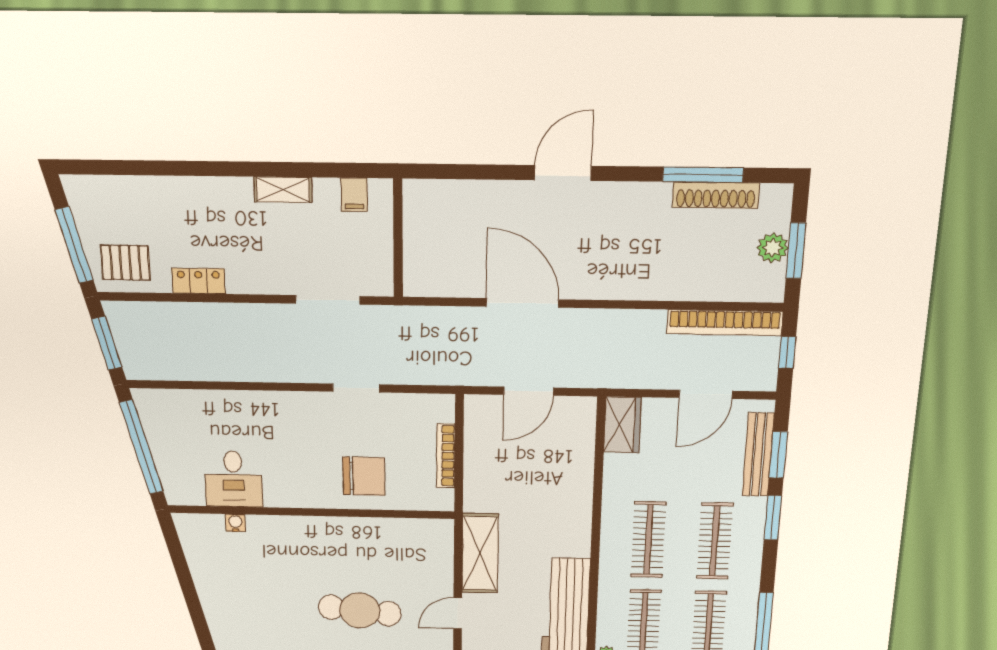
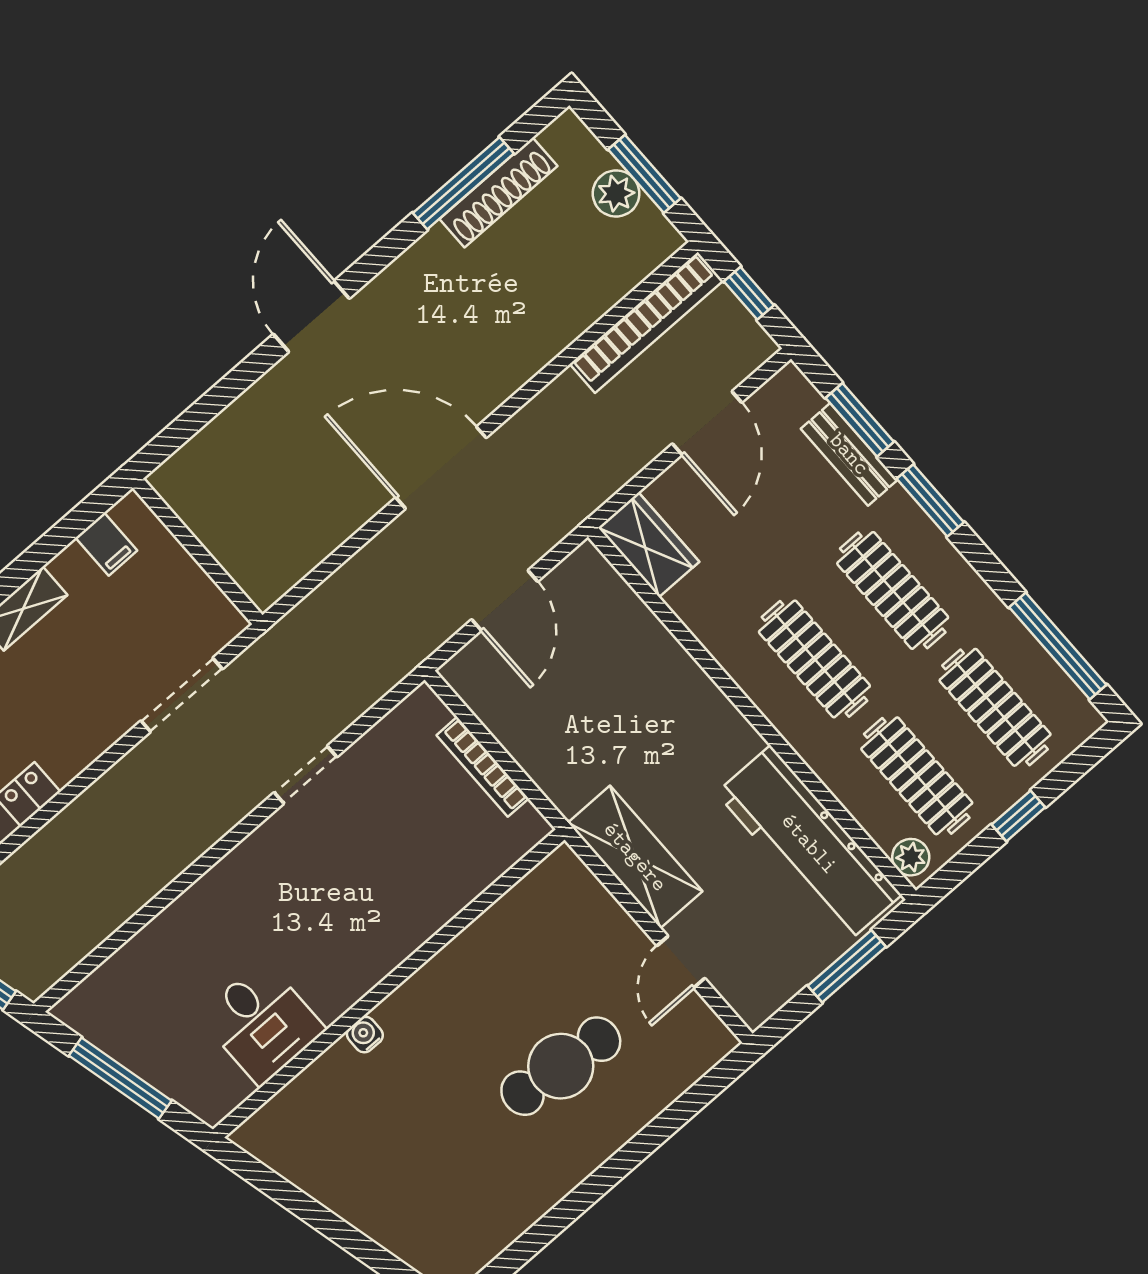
door: (522, 303) -> (441, 468), moved
window: (141, 447) -> (120, 1078), width x0.68
bench: (758, 455) -> (849, 454), width x0.73
chair: (364, 476) -> (411, 880), removed
water cooler: (235, 523) -> (365, 1035), moved

